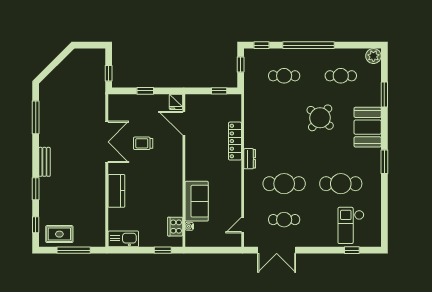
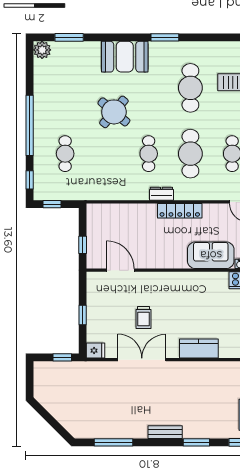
cafe table: (341, 76) -> (149, 154), moved
window: (219, 91) -> (83, 245), moved
window: (384, 95) -> (69, 37), moved
fridge: (176, 102) -> (95, 351), moved
door: (184, 123) -> (120, 270), swing flipped
locker: (235, 141) -> (180, 211), moved

